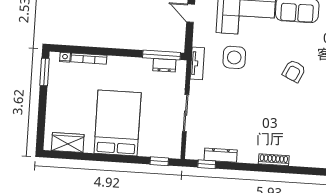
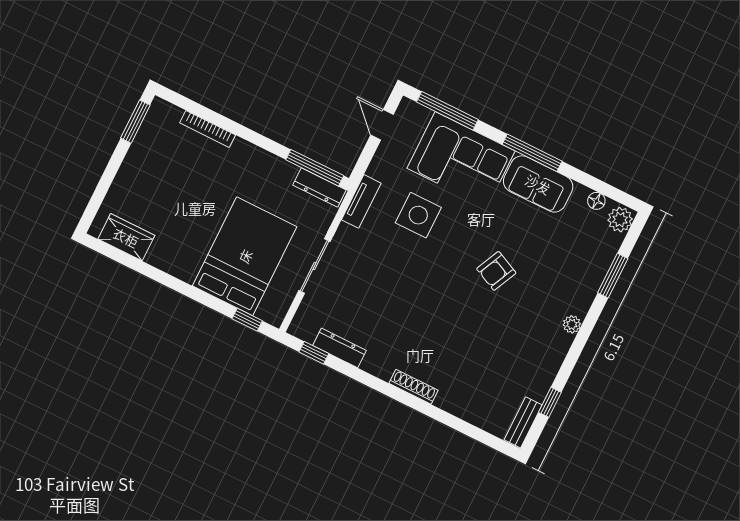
nightstand: (65, 57) -> (174, 113), removed
dresser: (164, 65) -> (319, 188), width x1.44
bed: (118, 123) -> (245, 256), moved

